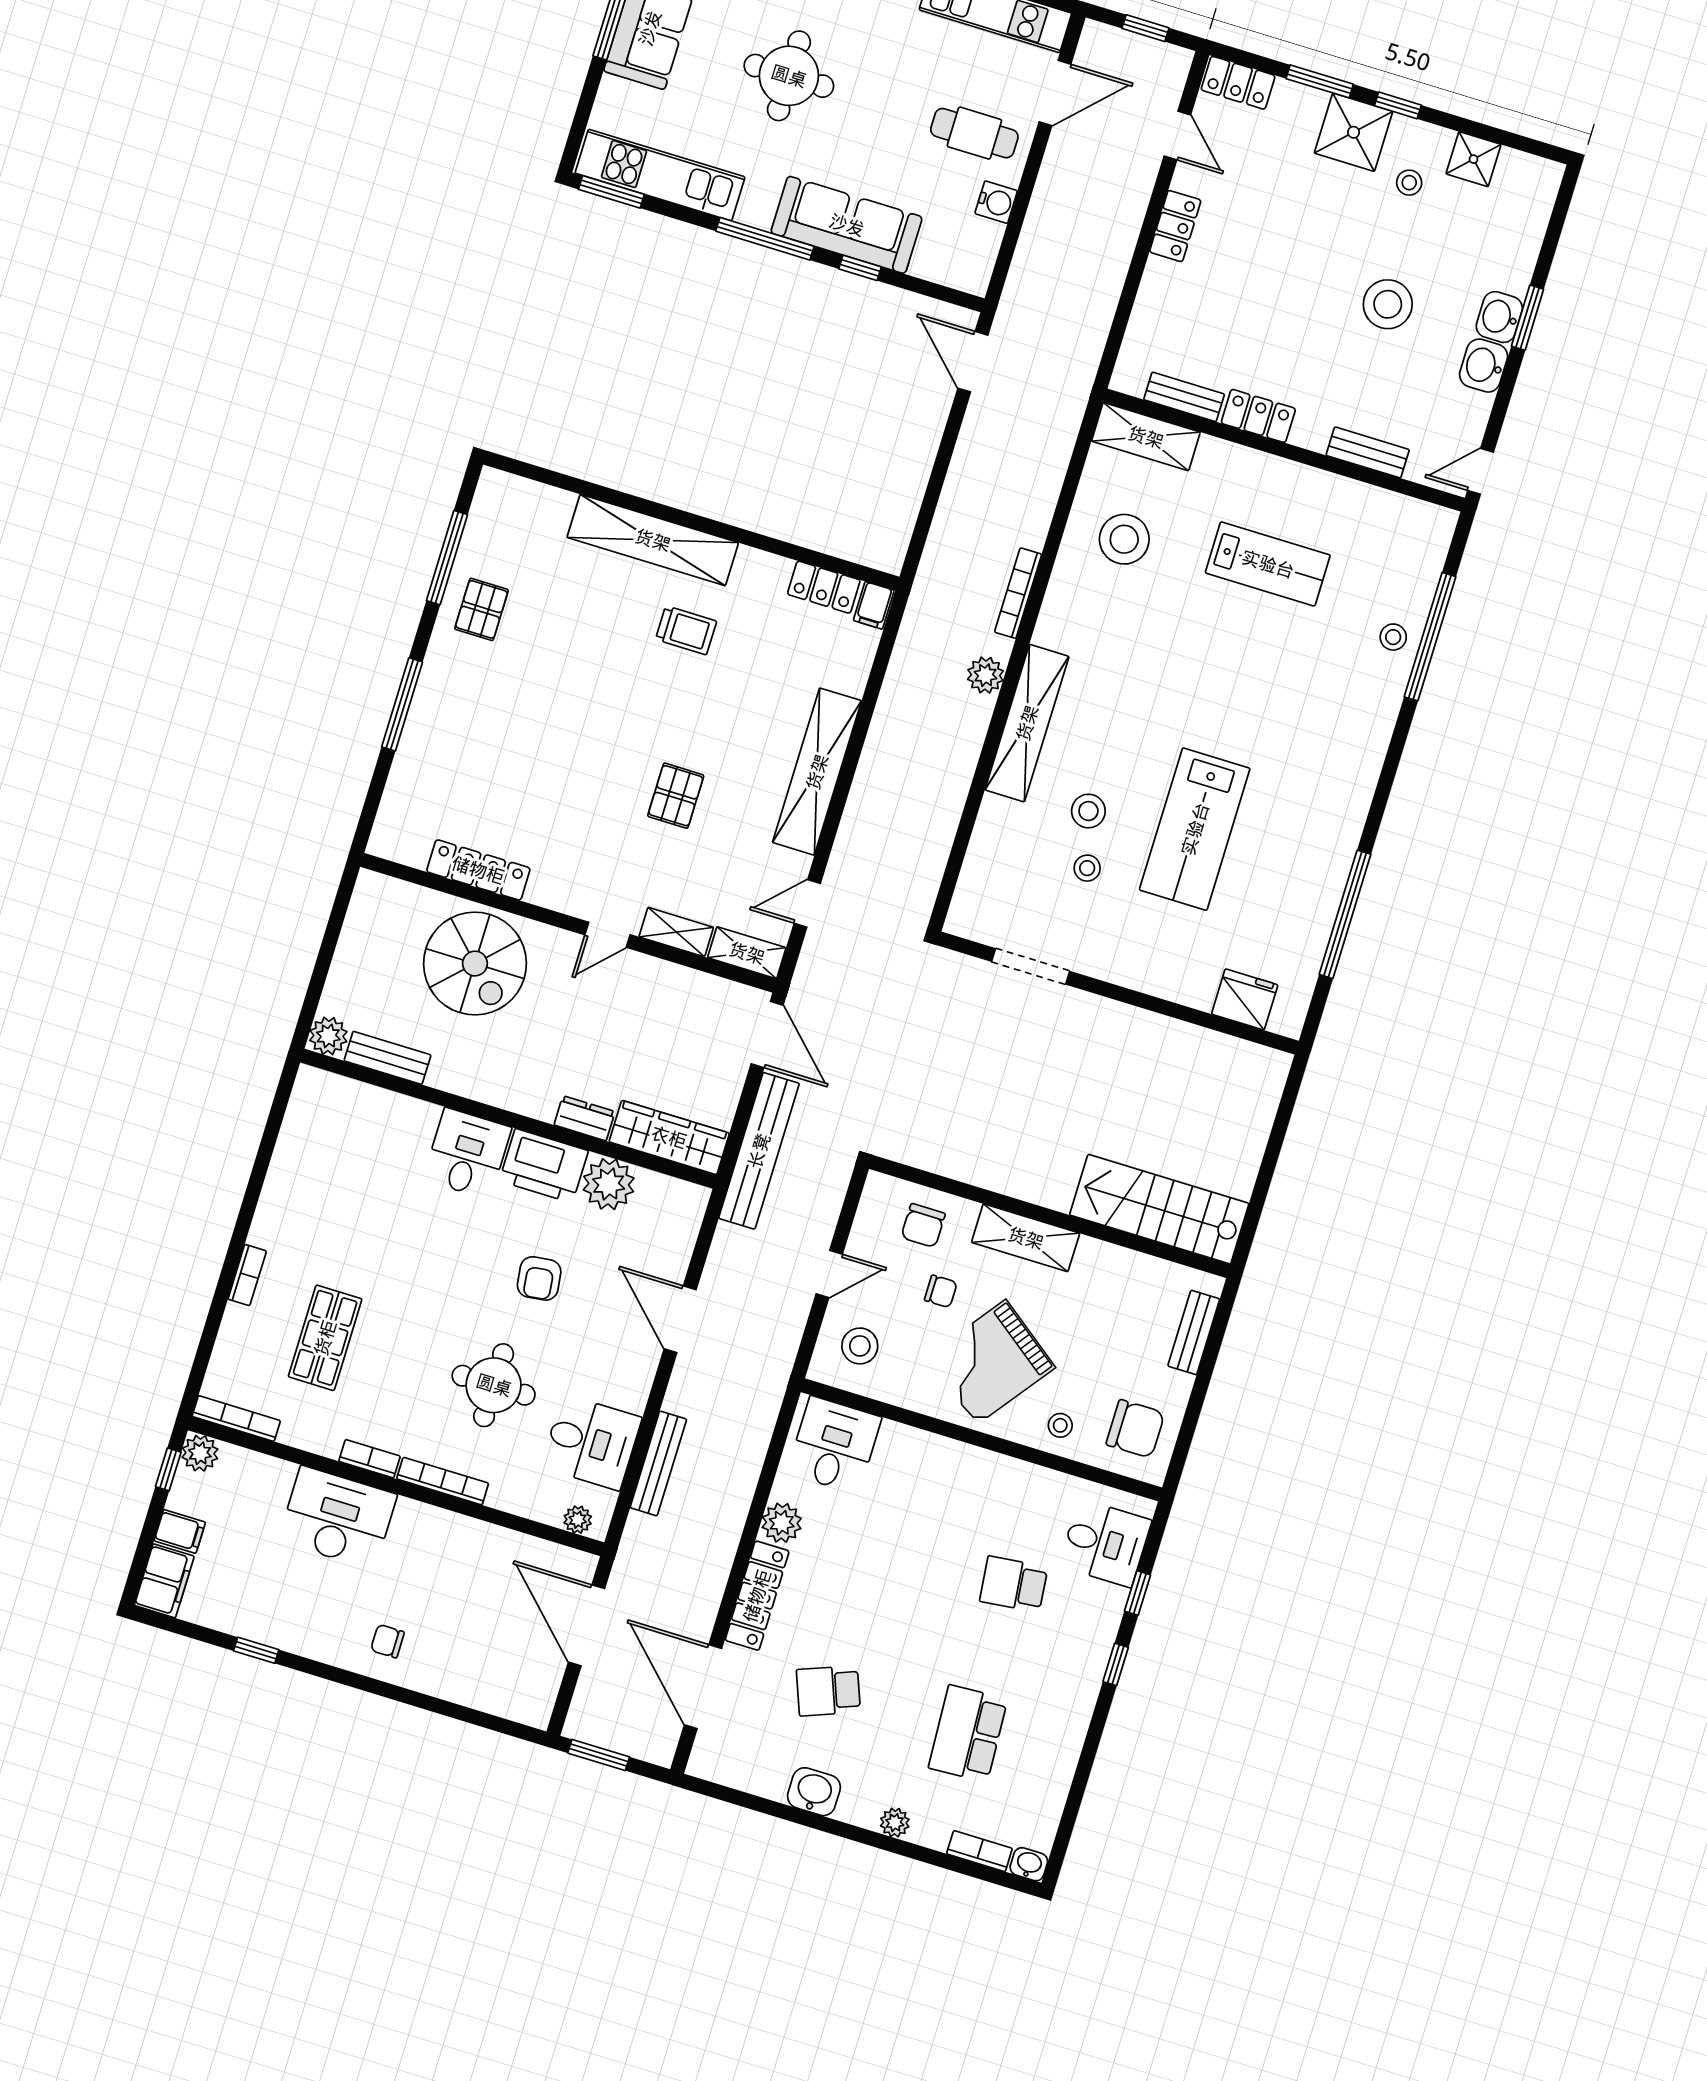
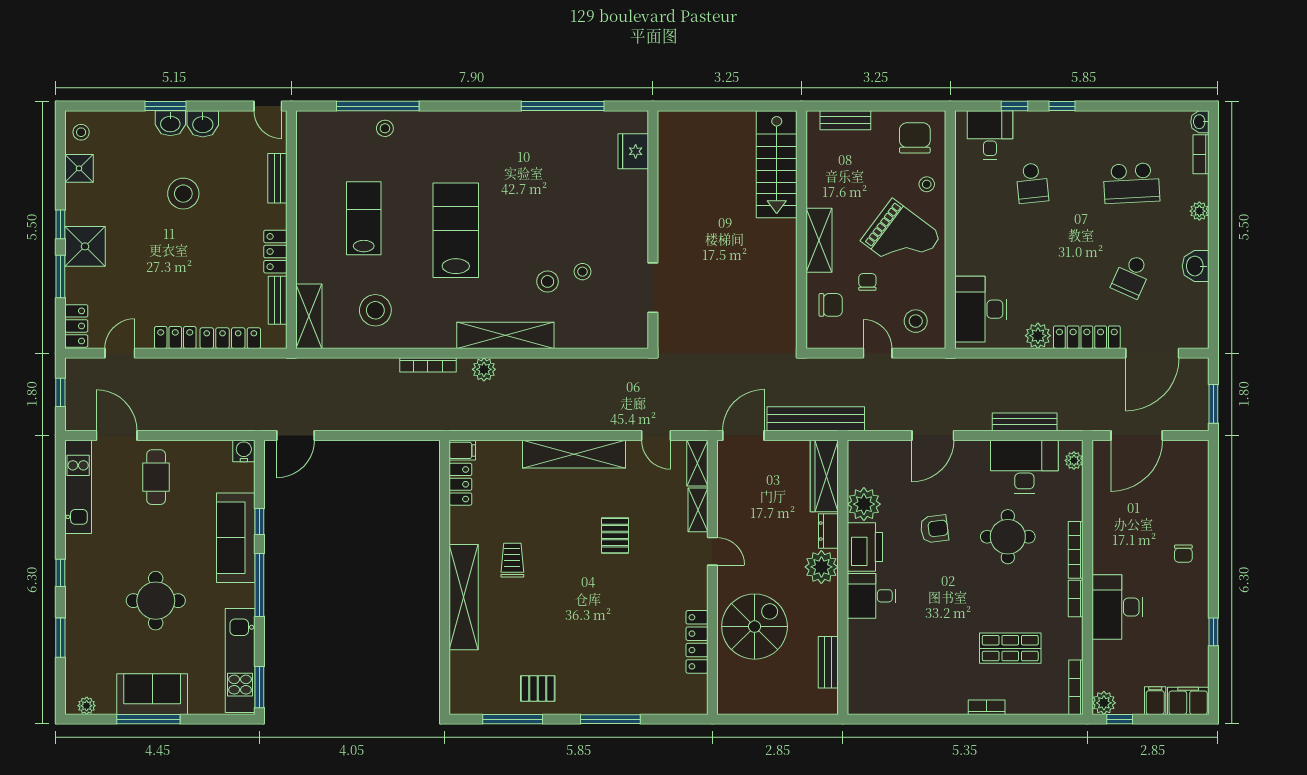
stool: (1409, 183) -> (81, 132), moved
water cooler: (996, 202) -> (244, 451), moved
locker: (1149, 308) -> (230, 338), added
pallet: (676, 796) -> (615, 536), turned 90
lab bench: (1195, 829) -> (456, 230), moved, turned -90
plant: (328, 1036) -> (821, 567), moved, width x1.36, depth x1.36
desk: (591, 1442) -> (1024, 467), width x1.37
desk: (834, 1445) -> (981, 309), width x1.37
school desk: (828, 1691) -> (1131, 276), turned 45

